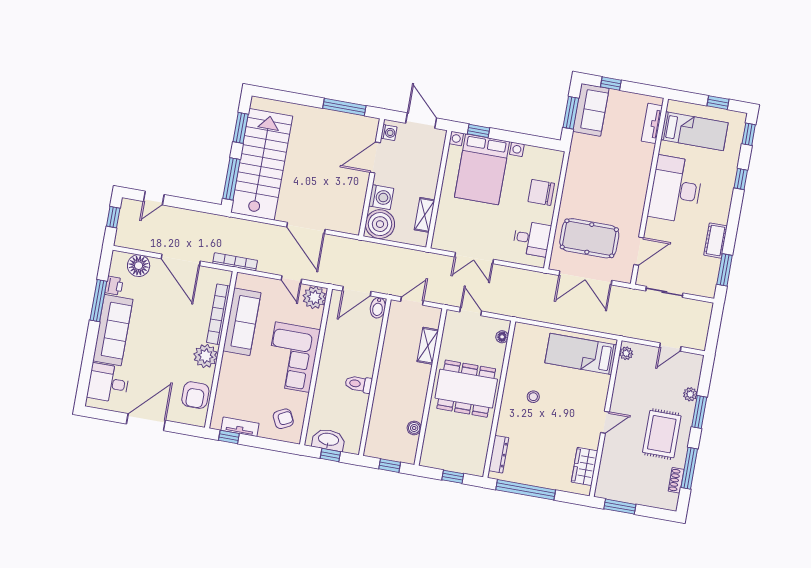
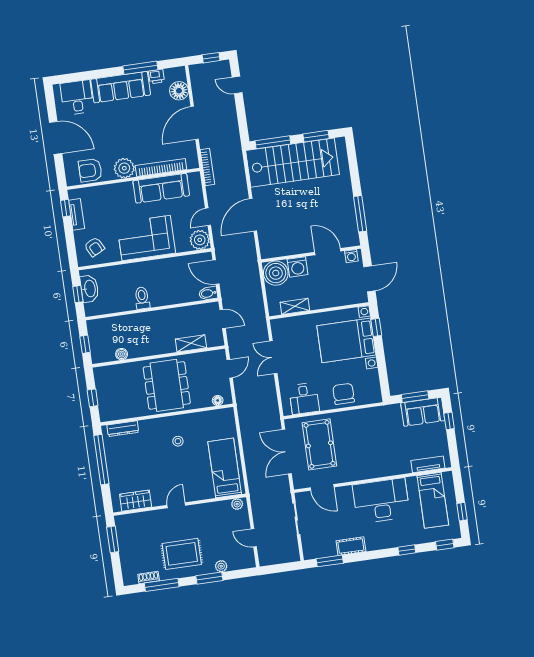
door: (605, 422) -> (176, 505), swing flipped

